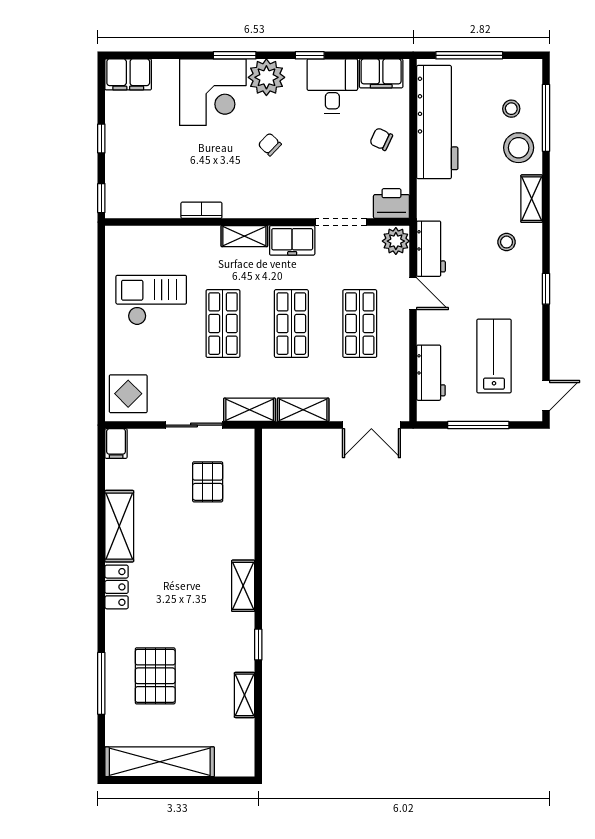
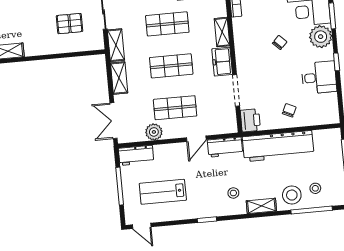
filing cabinet: (381, 73) -> (330, 107), removed
workbench: (437, 122) -> (278, 146), moved
plant: (396, 241) -> (154, 132), moved
lab bench: (494, 356) -> (163, 192), turned 180
workbench: (431, 373) -> (136, 155), moved

